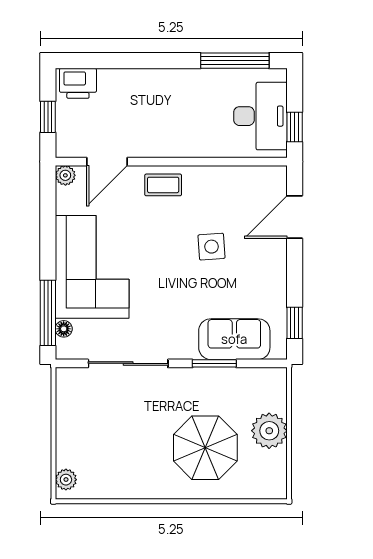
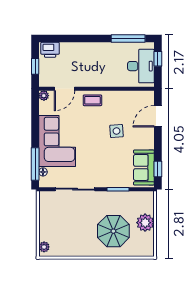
window: (295, 127) -> (158, 59), moved
sofa: (234, 339) -> (144, 167), moved, turned -90

